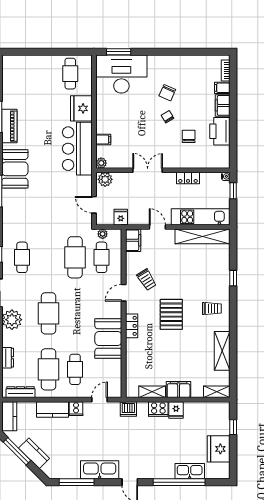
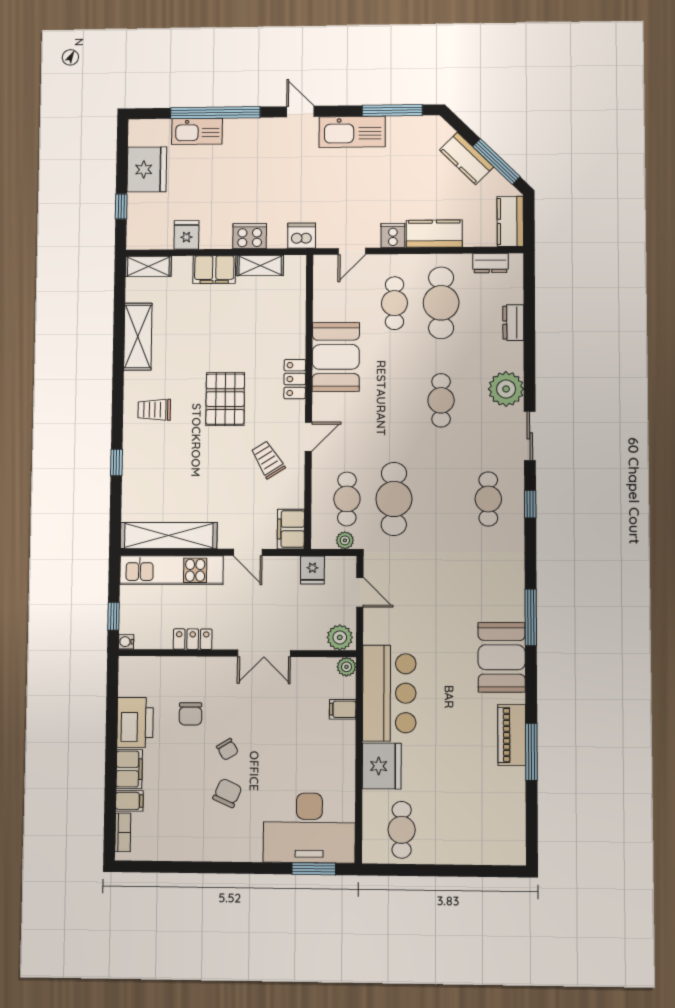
cafe table: (49, 313) -> (441, 400), width x0.73, depth x0.74
dresser: (20, 392) -> (490, 263), width x0.70
fridge: (176, 410) -> (186, 235), moved

